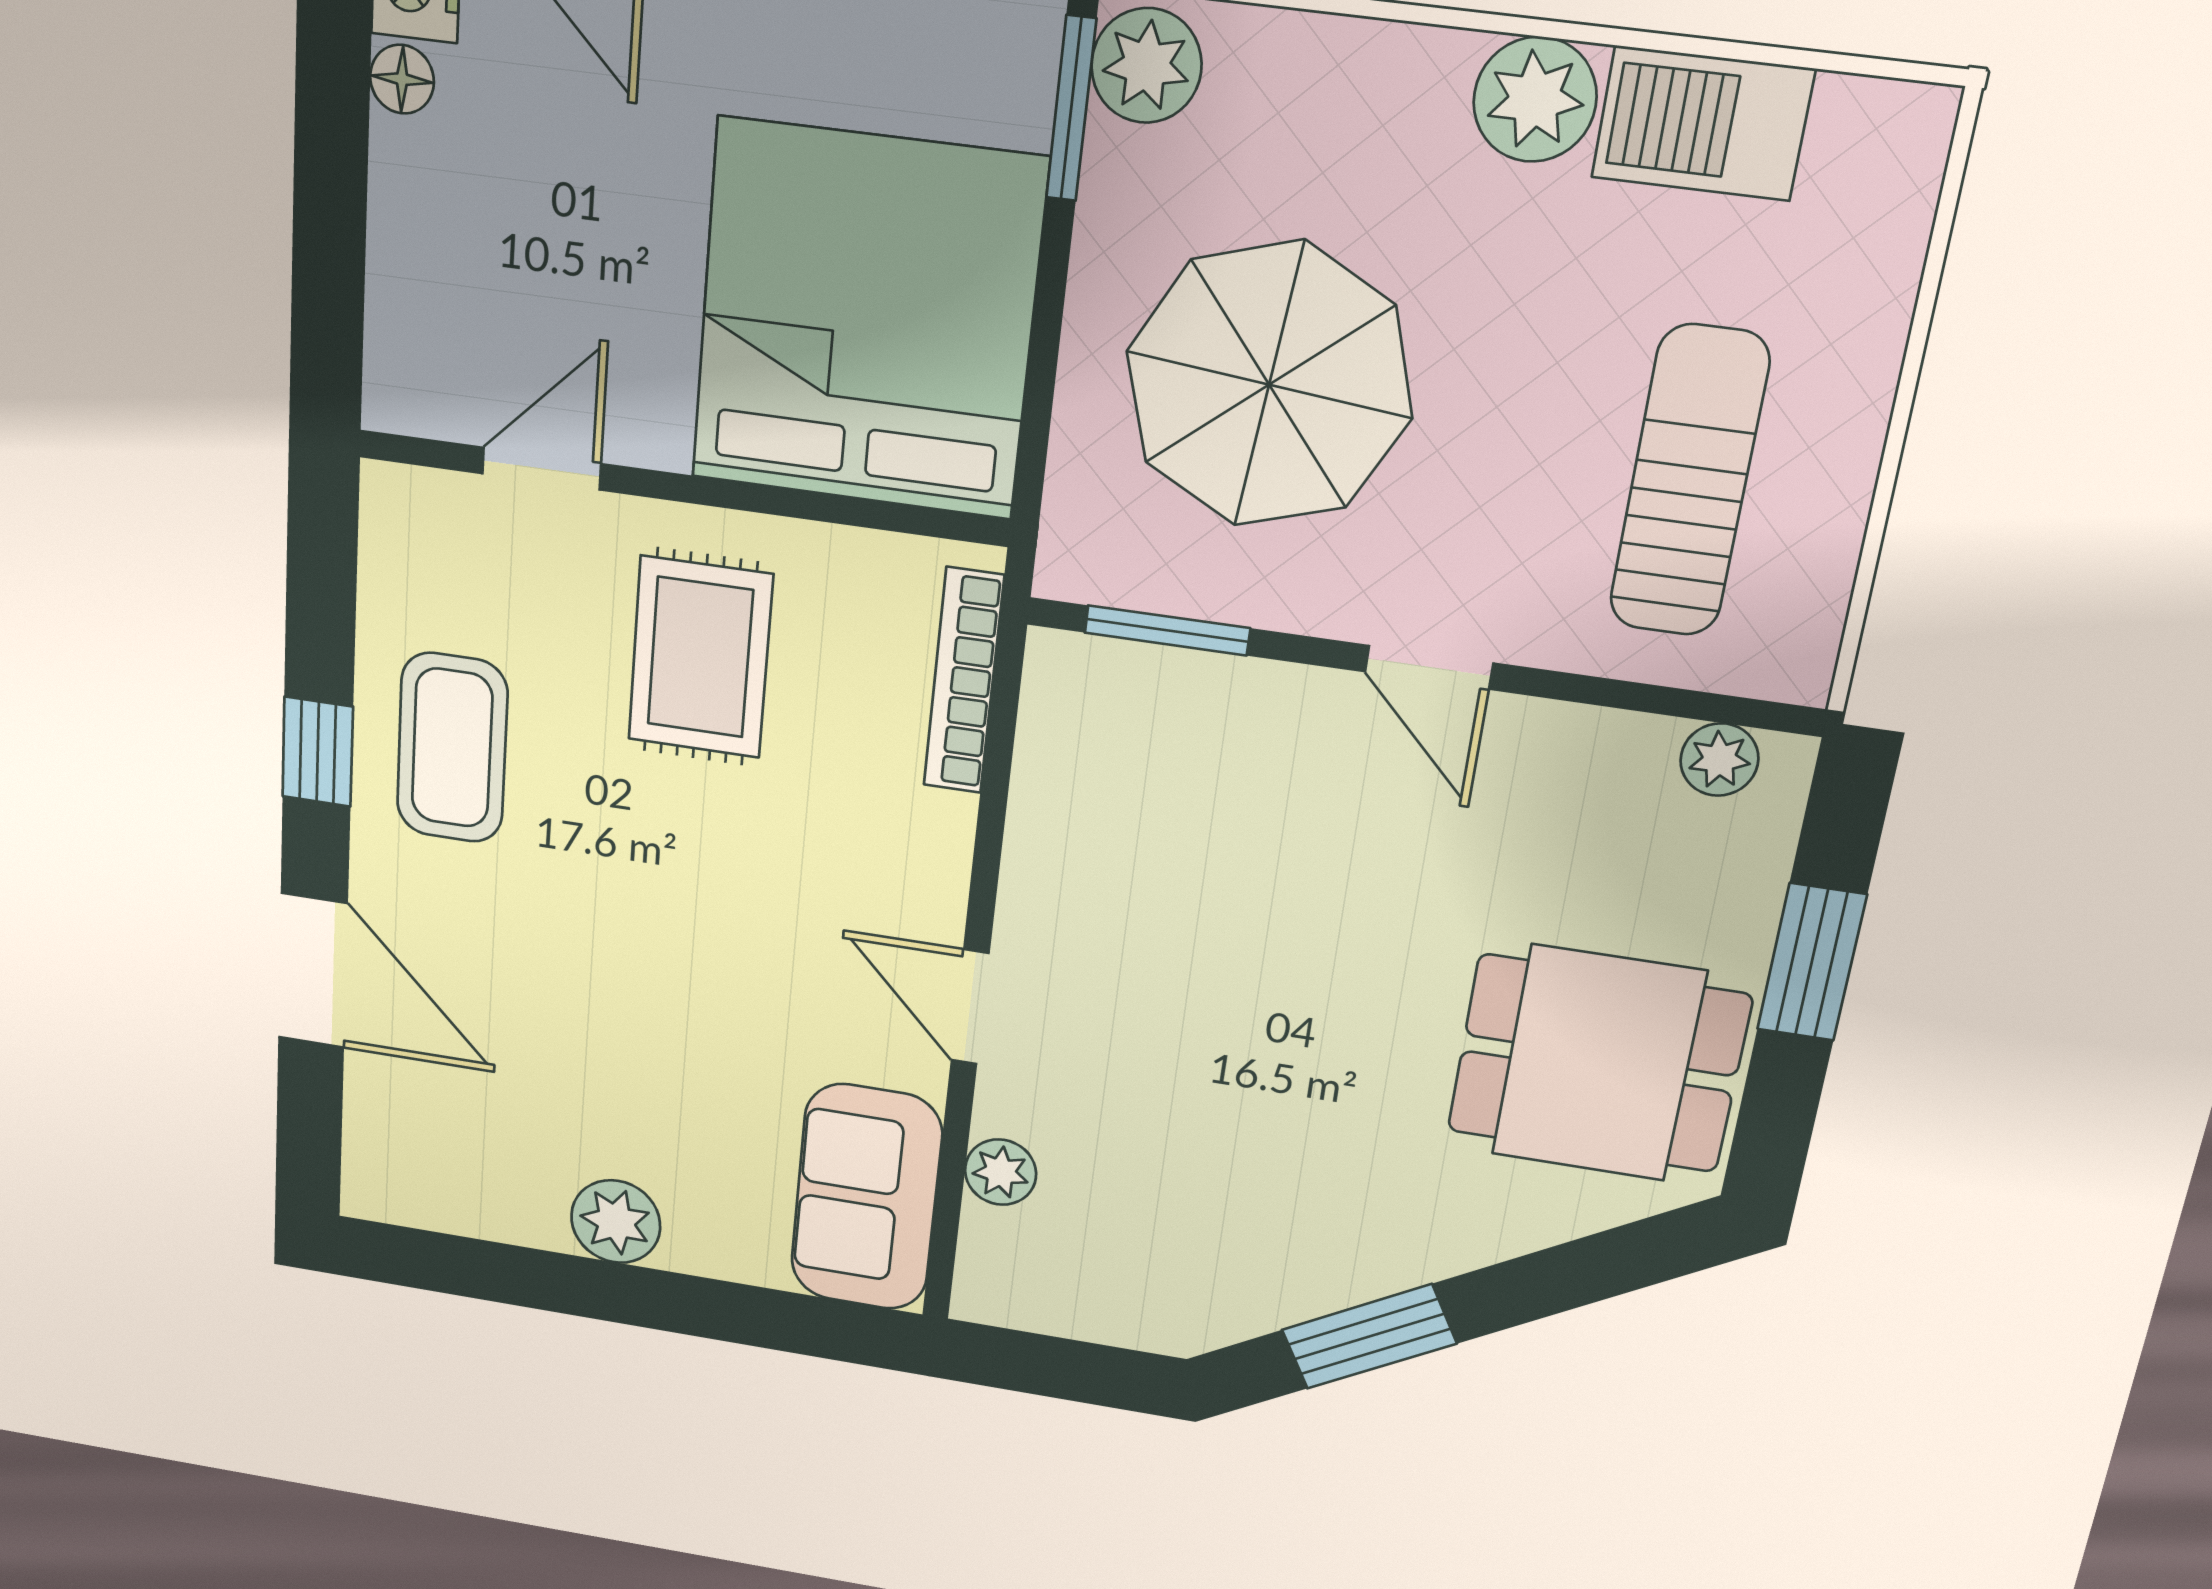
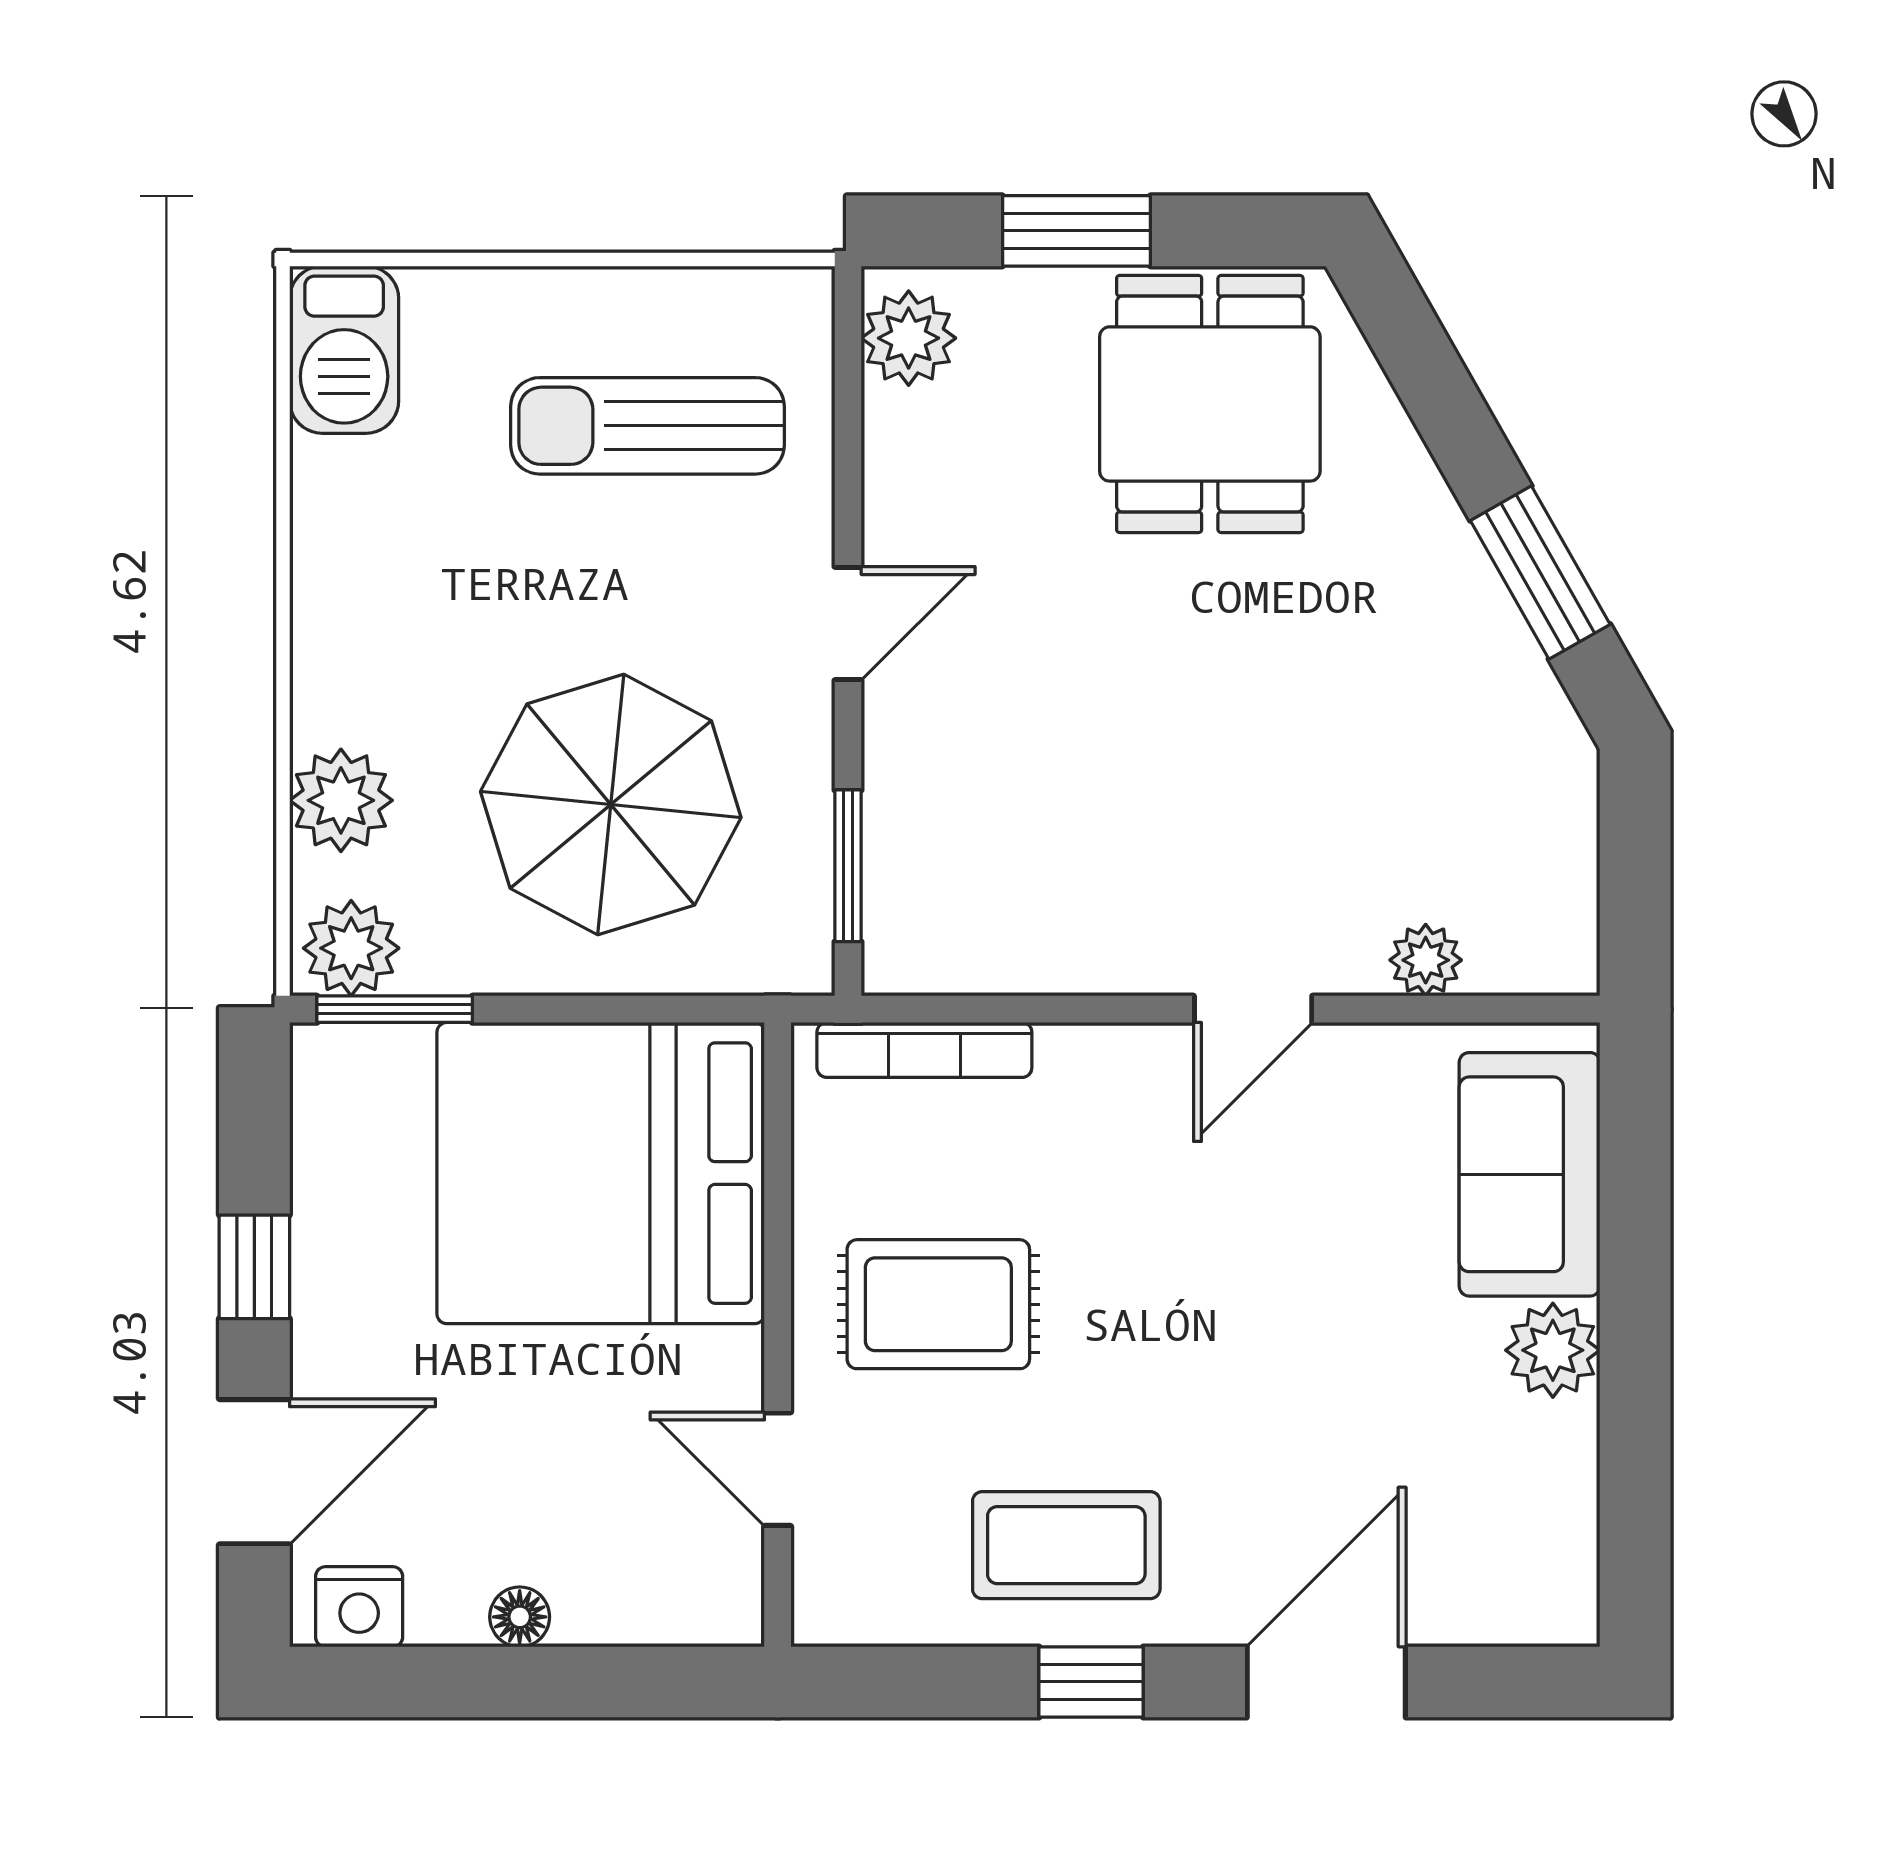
floor lamp: (402, 79) -> (520, 1617), moved
plant: (1535, 99) -> (341, 800), moved
barbecue: (1703, 123) -> (344, 350), moved
plant: (1719, 760) -> (909, 338), width x1.38, depth x1.38
sofa: (866, 1198) -> (1530, 1174), moved, turned 90

